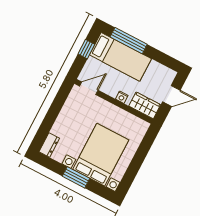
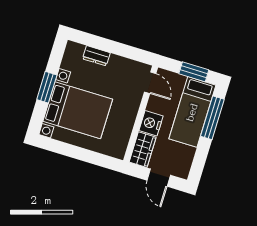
window: (86, 49) -> (194, 72), width x1.50
nightstand: (122, 97) -> (151, 123), width x1.89, depth x1.79
dresser: (49, 145) -> (96, 56), moved

